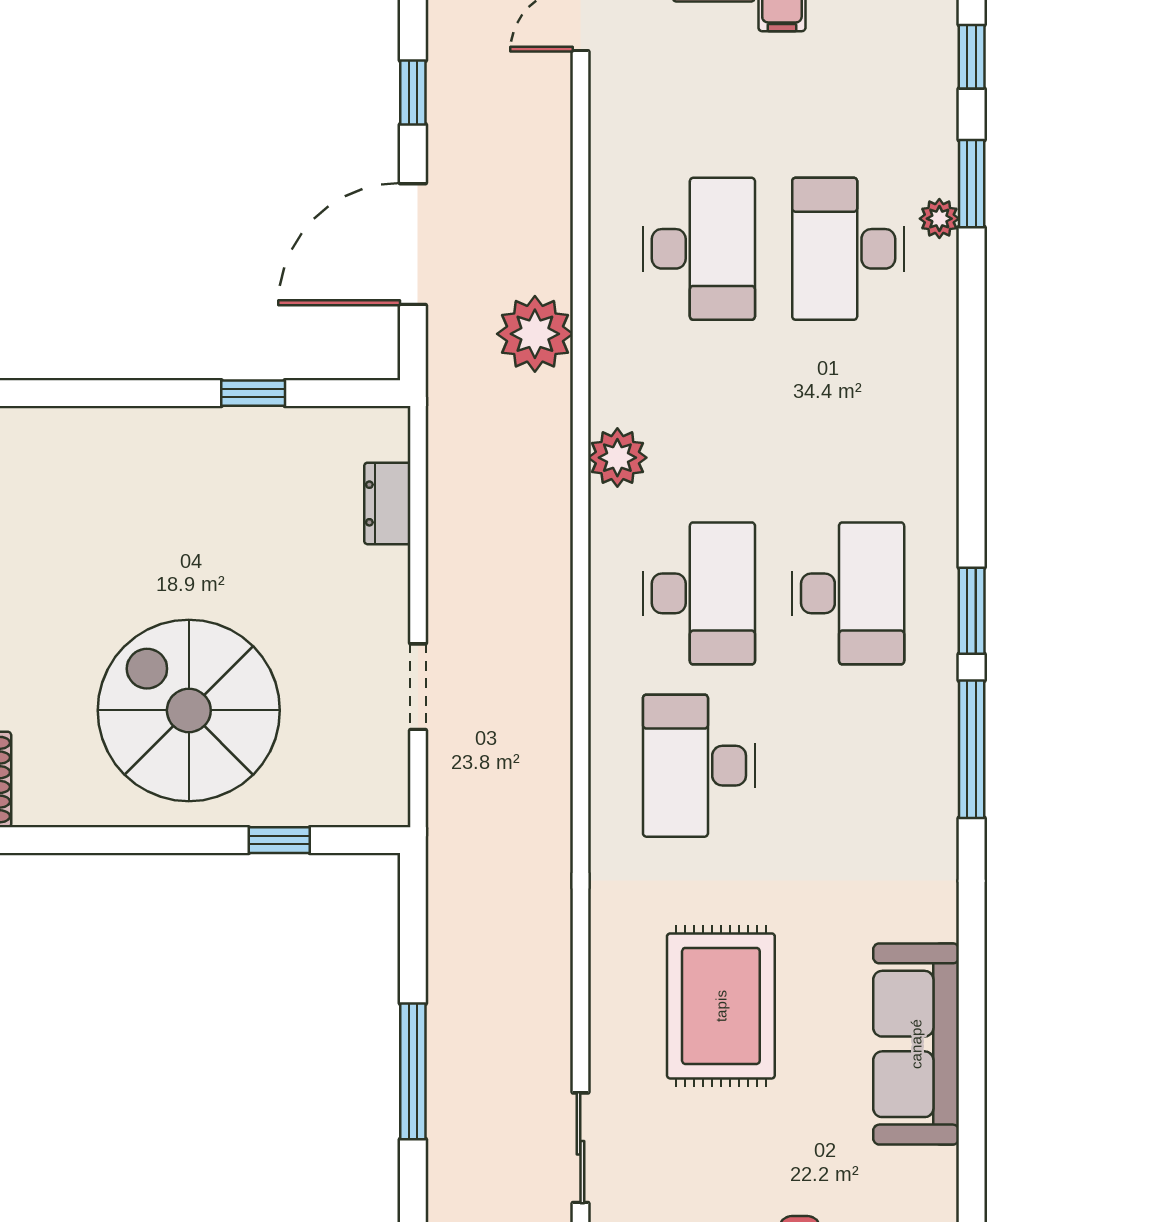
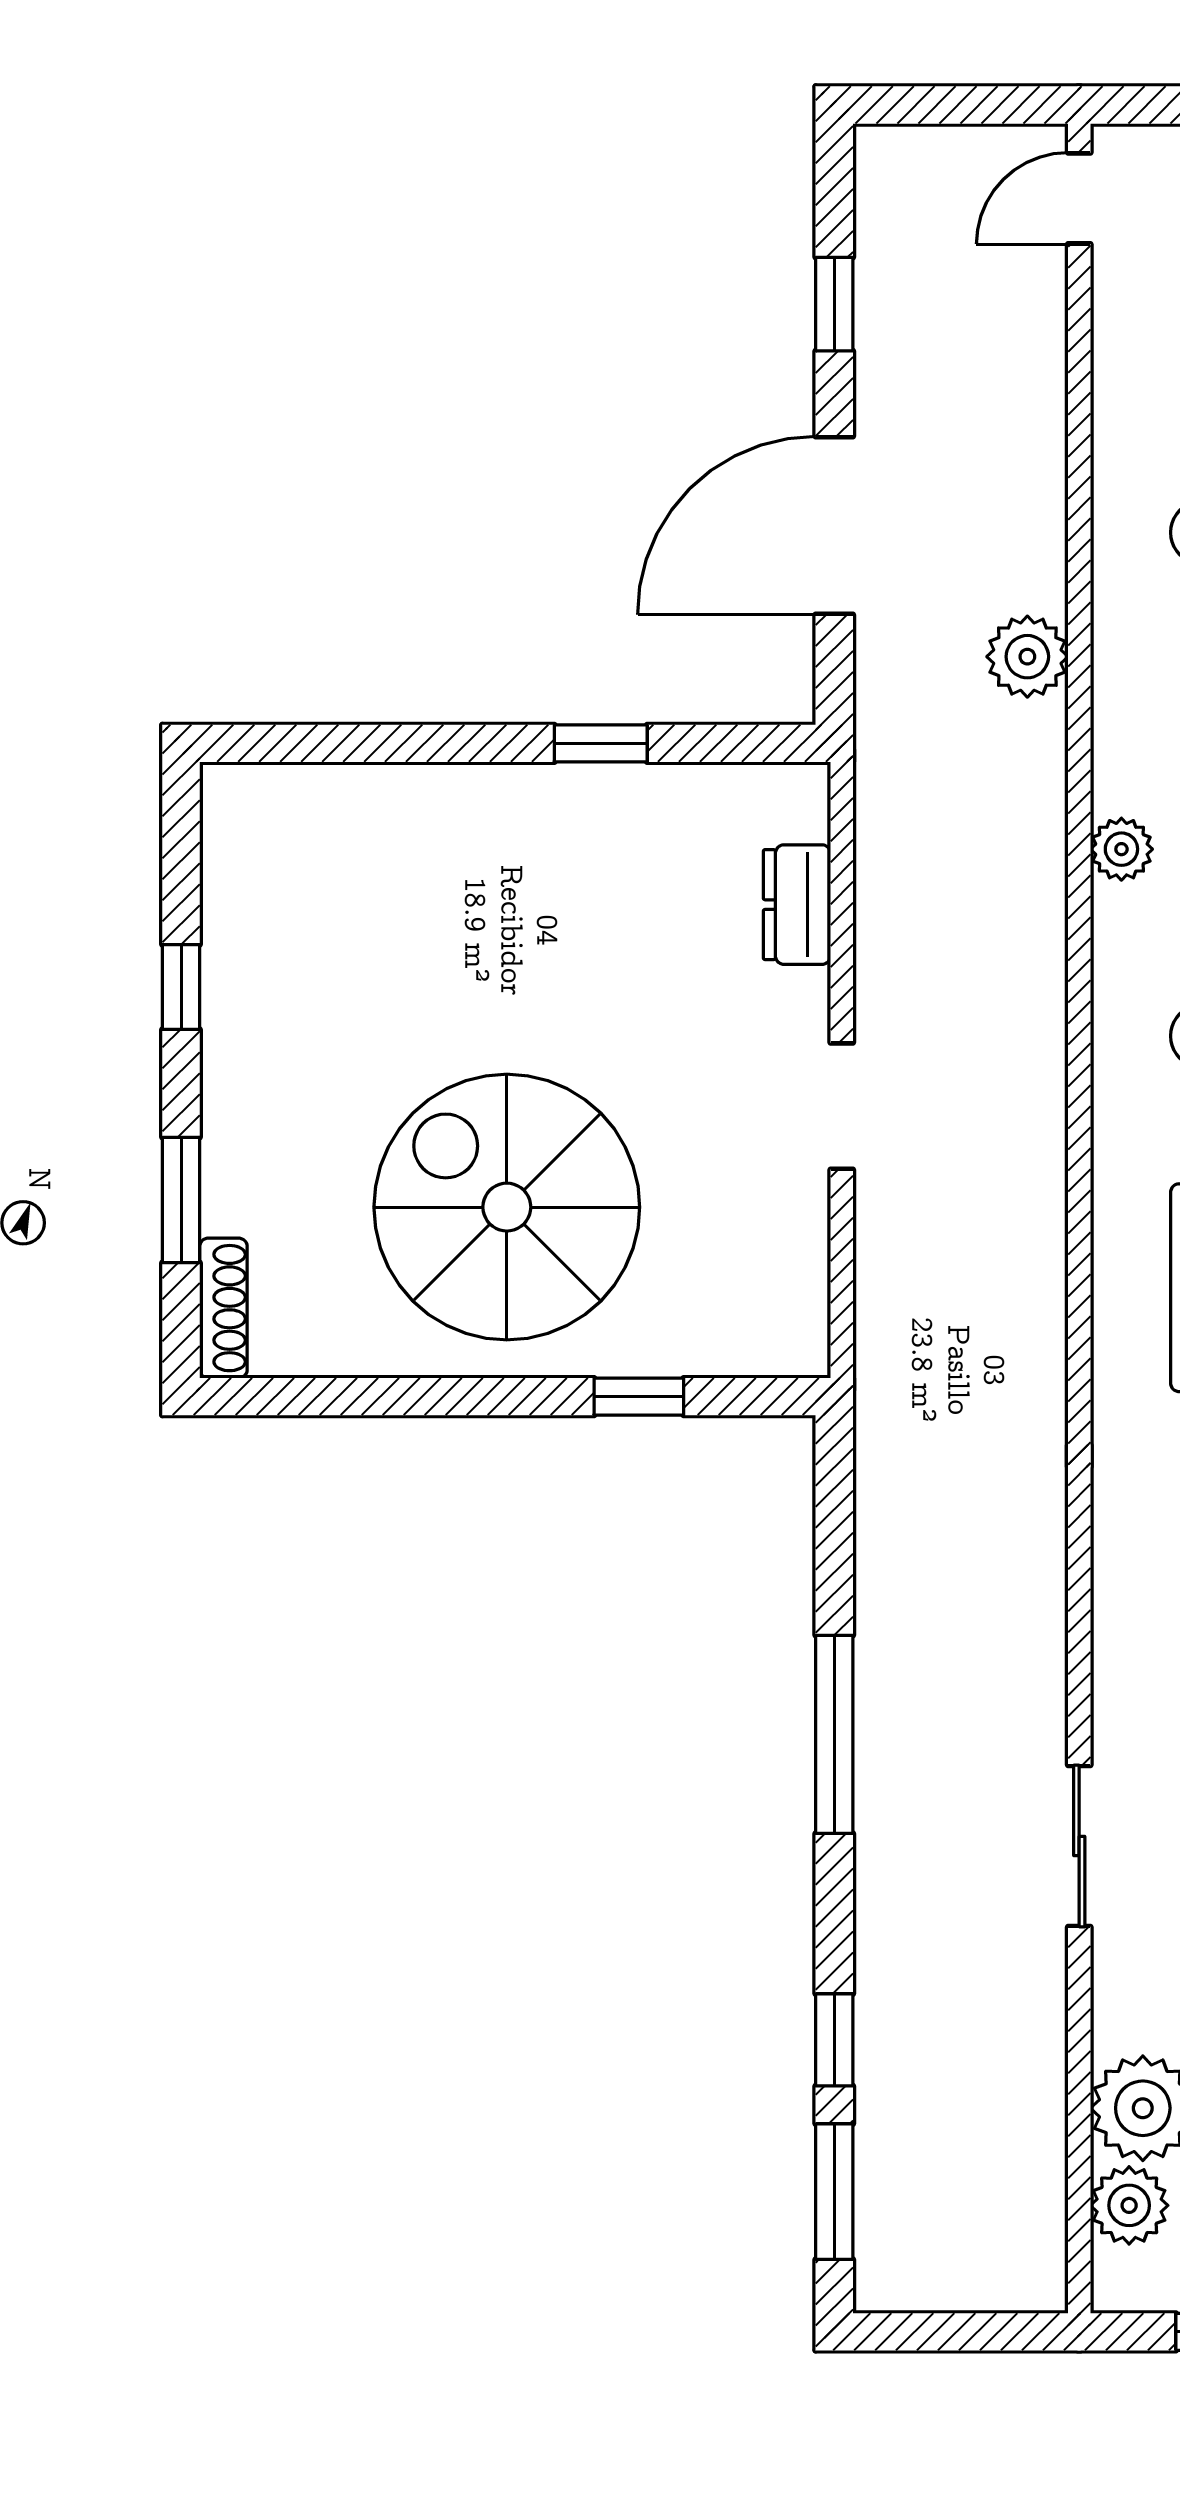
plant: (535, 334) -> (1027, 657), width x0.73, depth x0.73
plant: (617, 458) -> (1121, 849), width x0.73, depth x0.73
doorway: (418, 687) -> (842, 1106), moved

